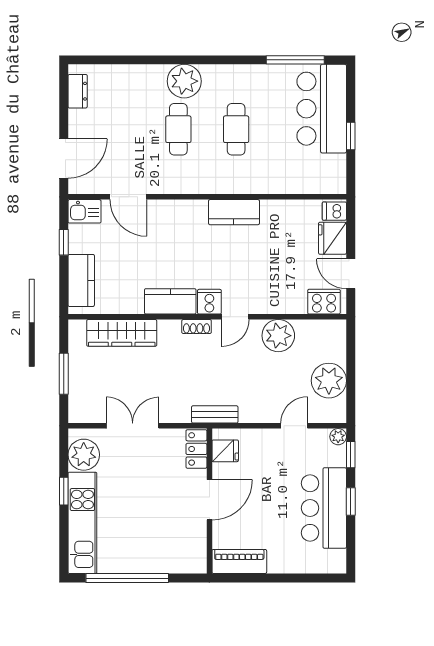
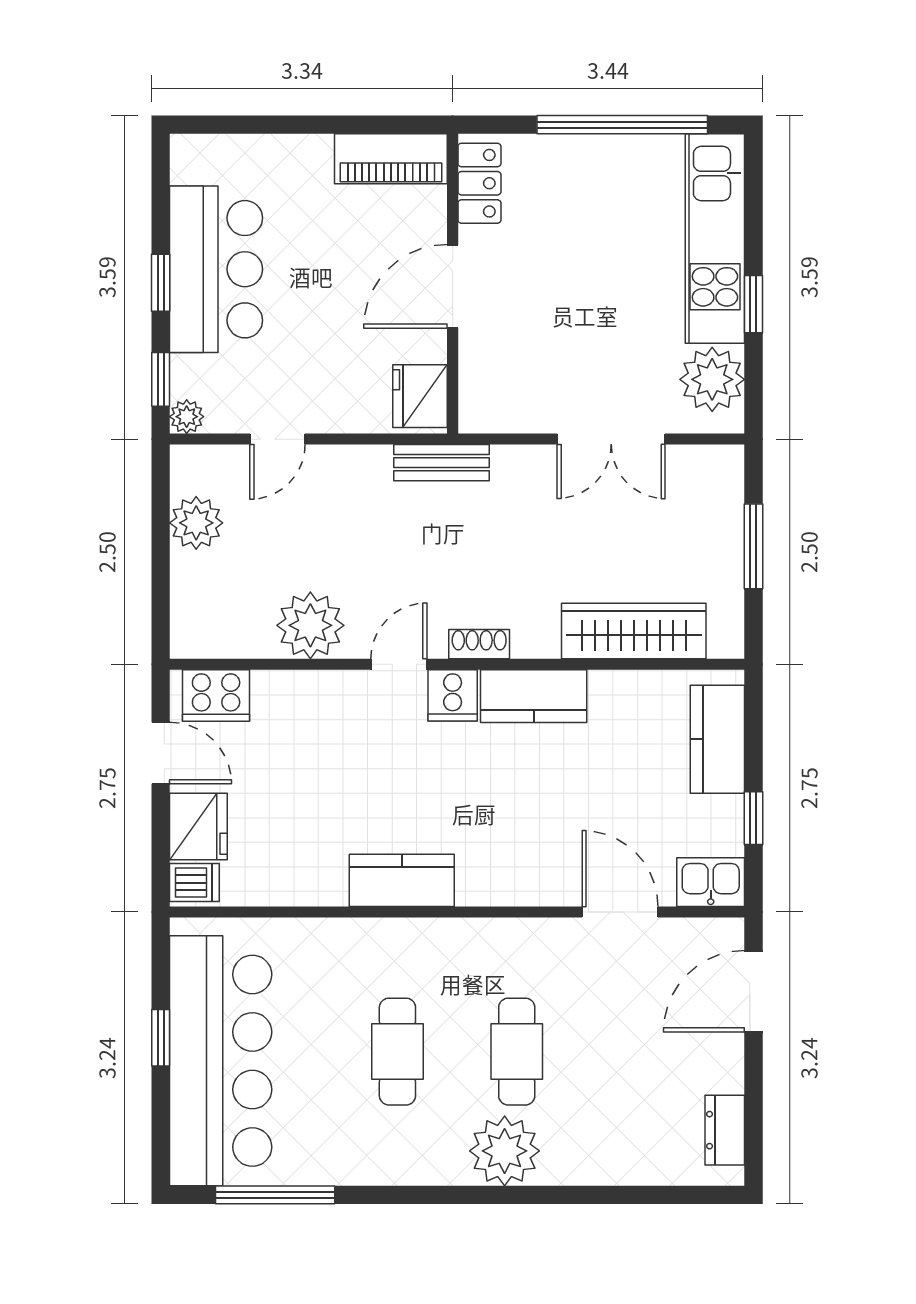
bar counter: (322, 109) -> (221, 1061), width x1.36
plant: (329, 381) -> (196, 523), width x0.73, depth x0.73
locker: (196, 449) -> (479, 183), moved
fridge: (225, 451) -> (420, 396), width x1.38

